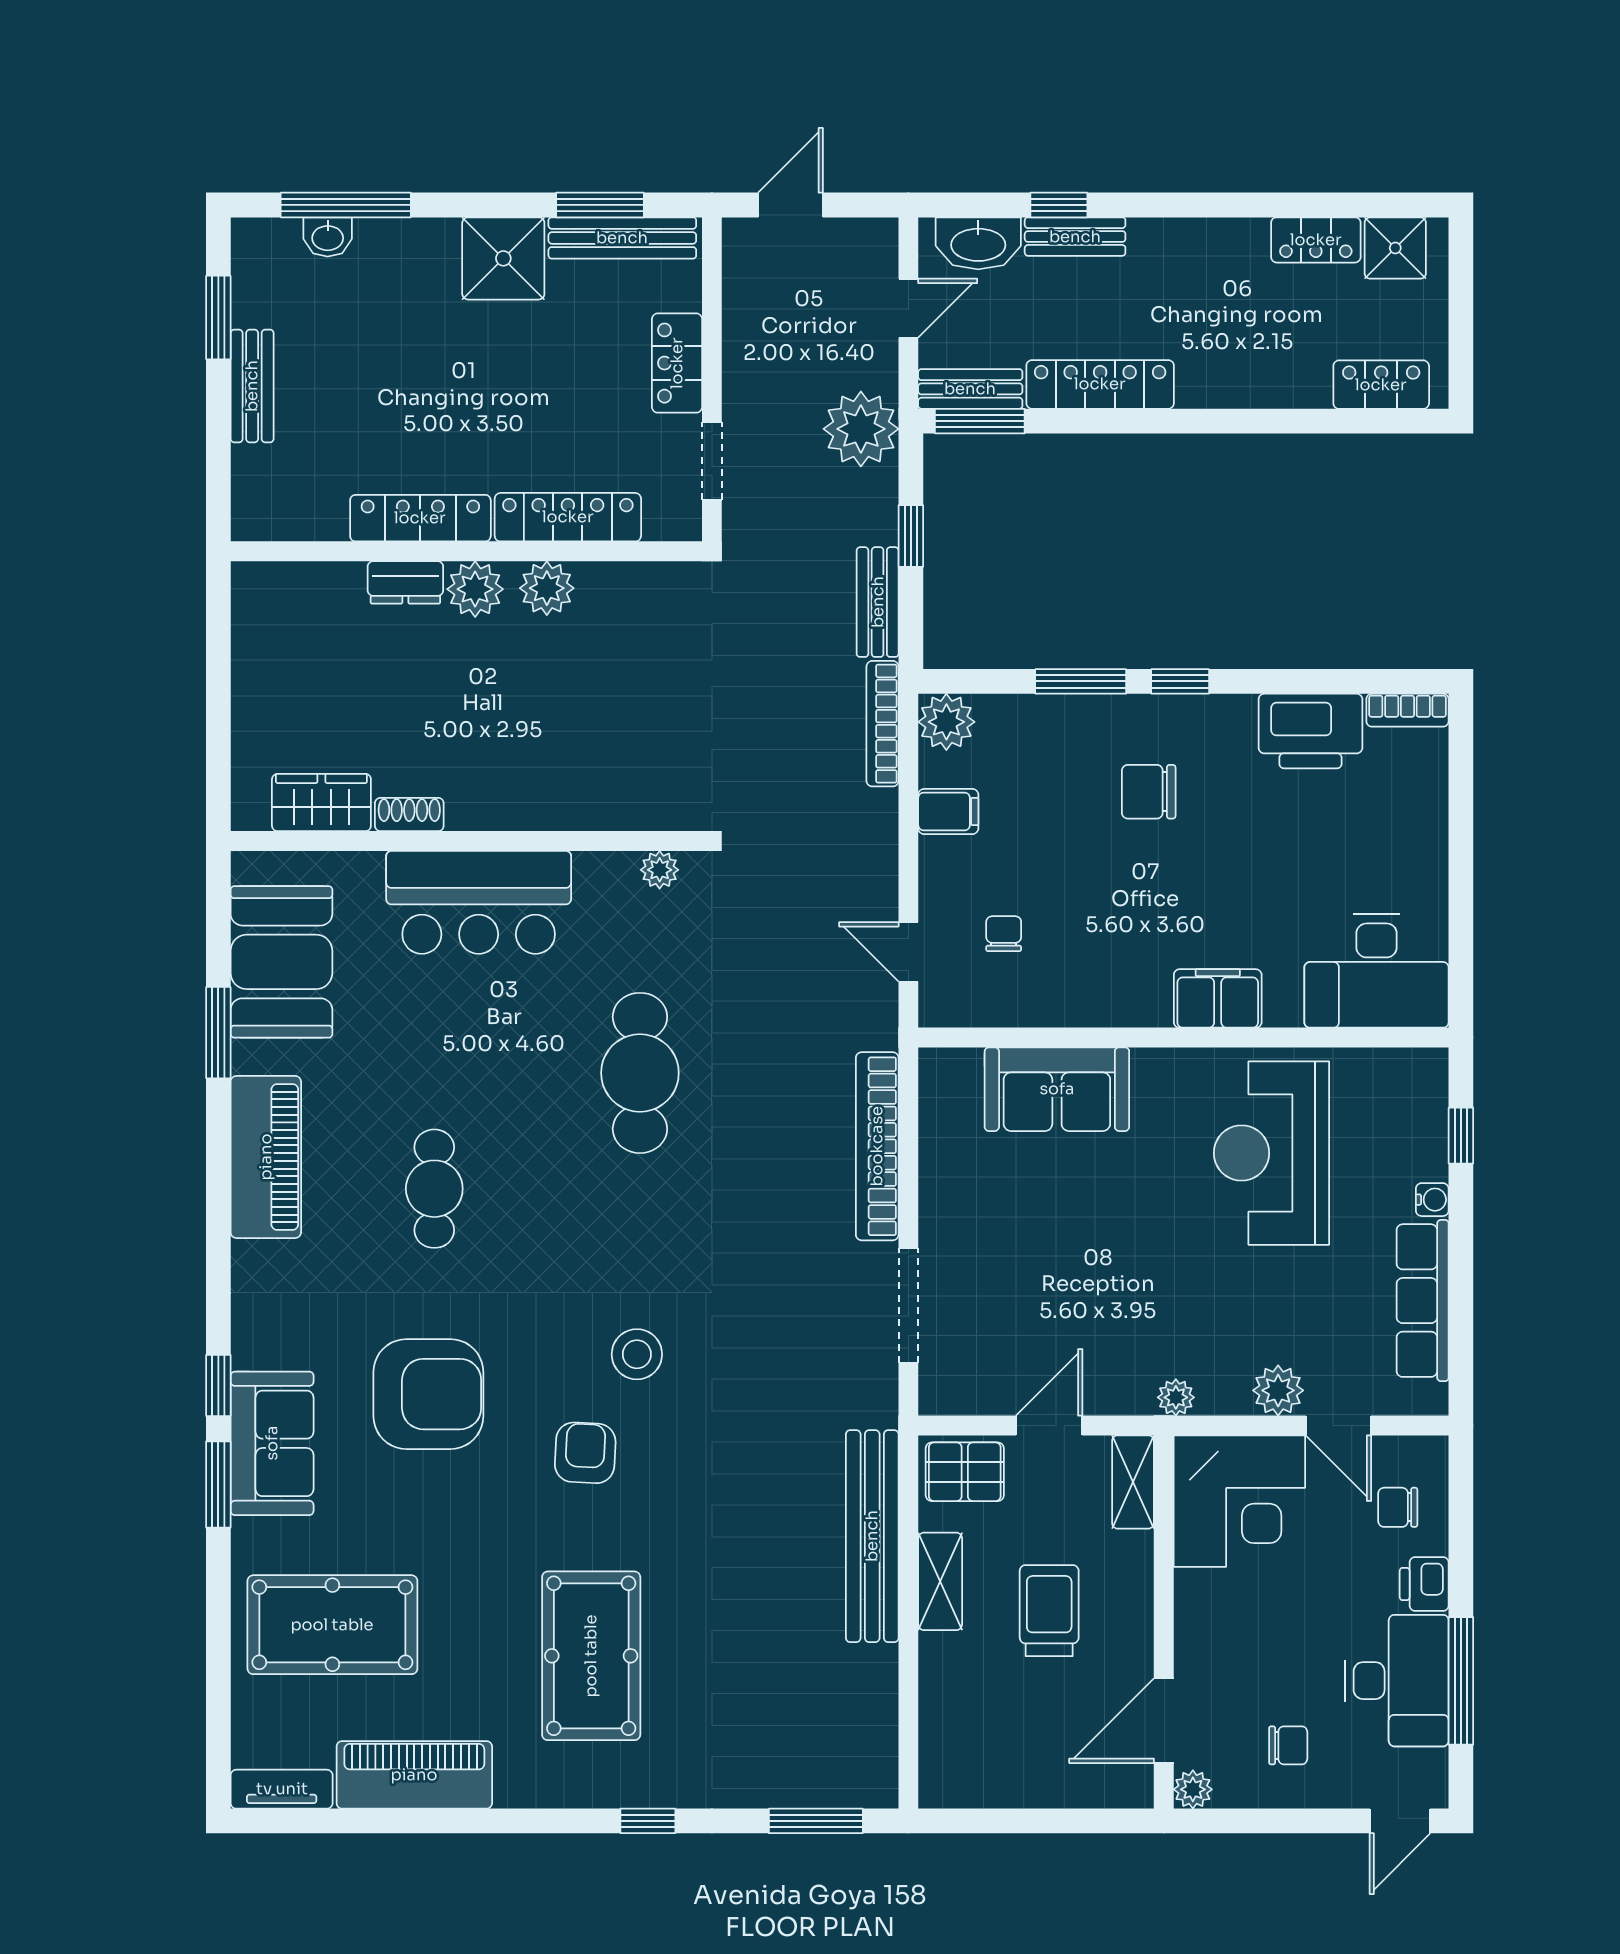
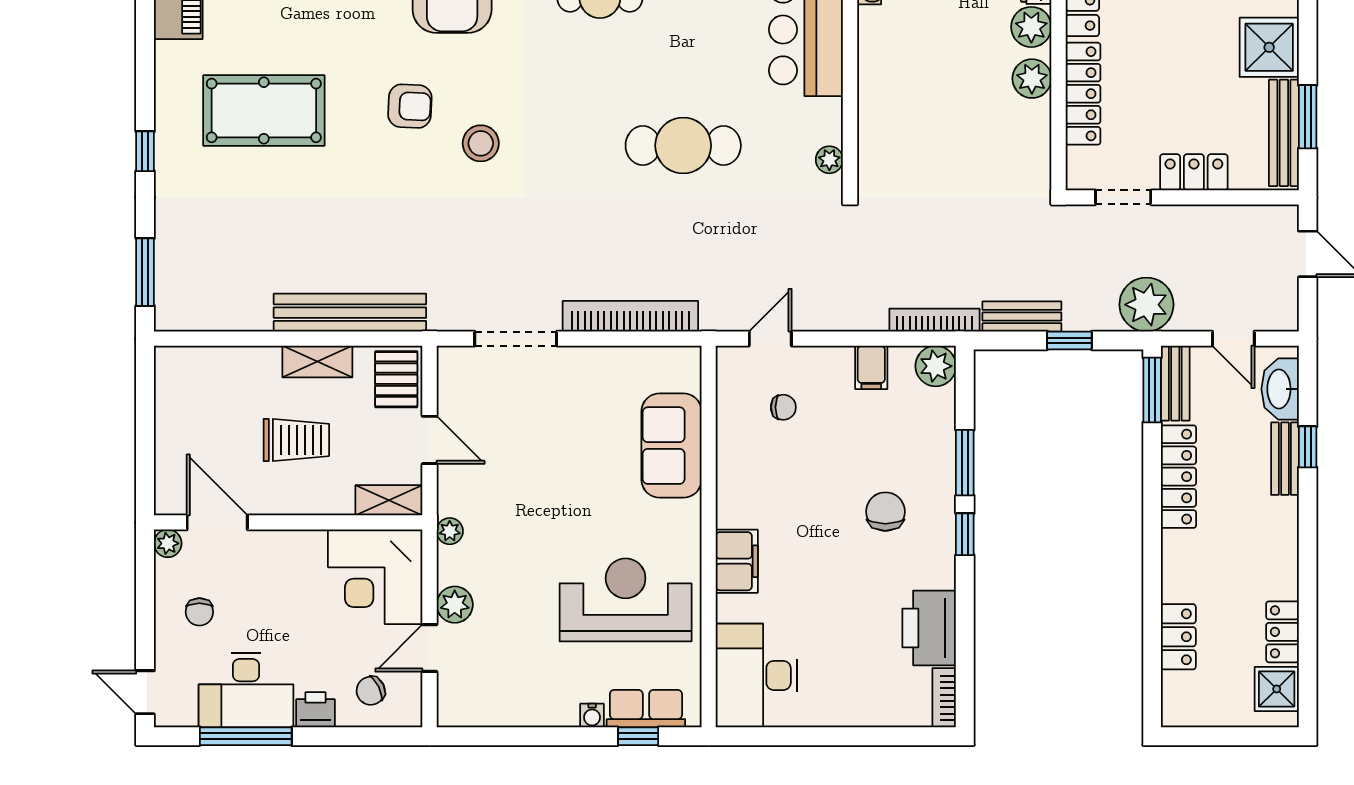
locker: (1381, 385) -> (1178, 637), moved
row of seats: (1423, 1301) -> (646, 709), moved, width x0.68
chair: (1398, 1507) -> (371, 691), turned -116

